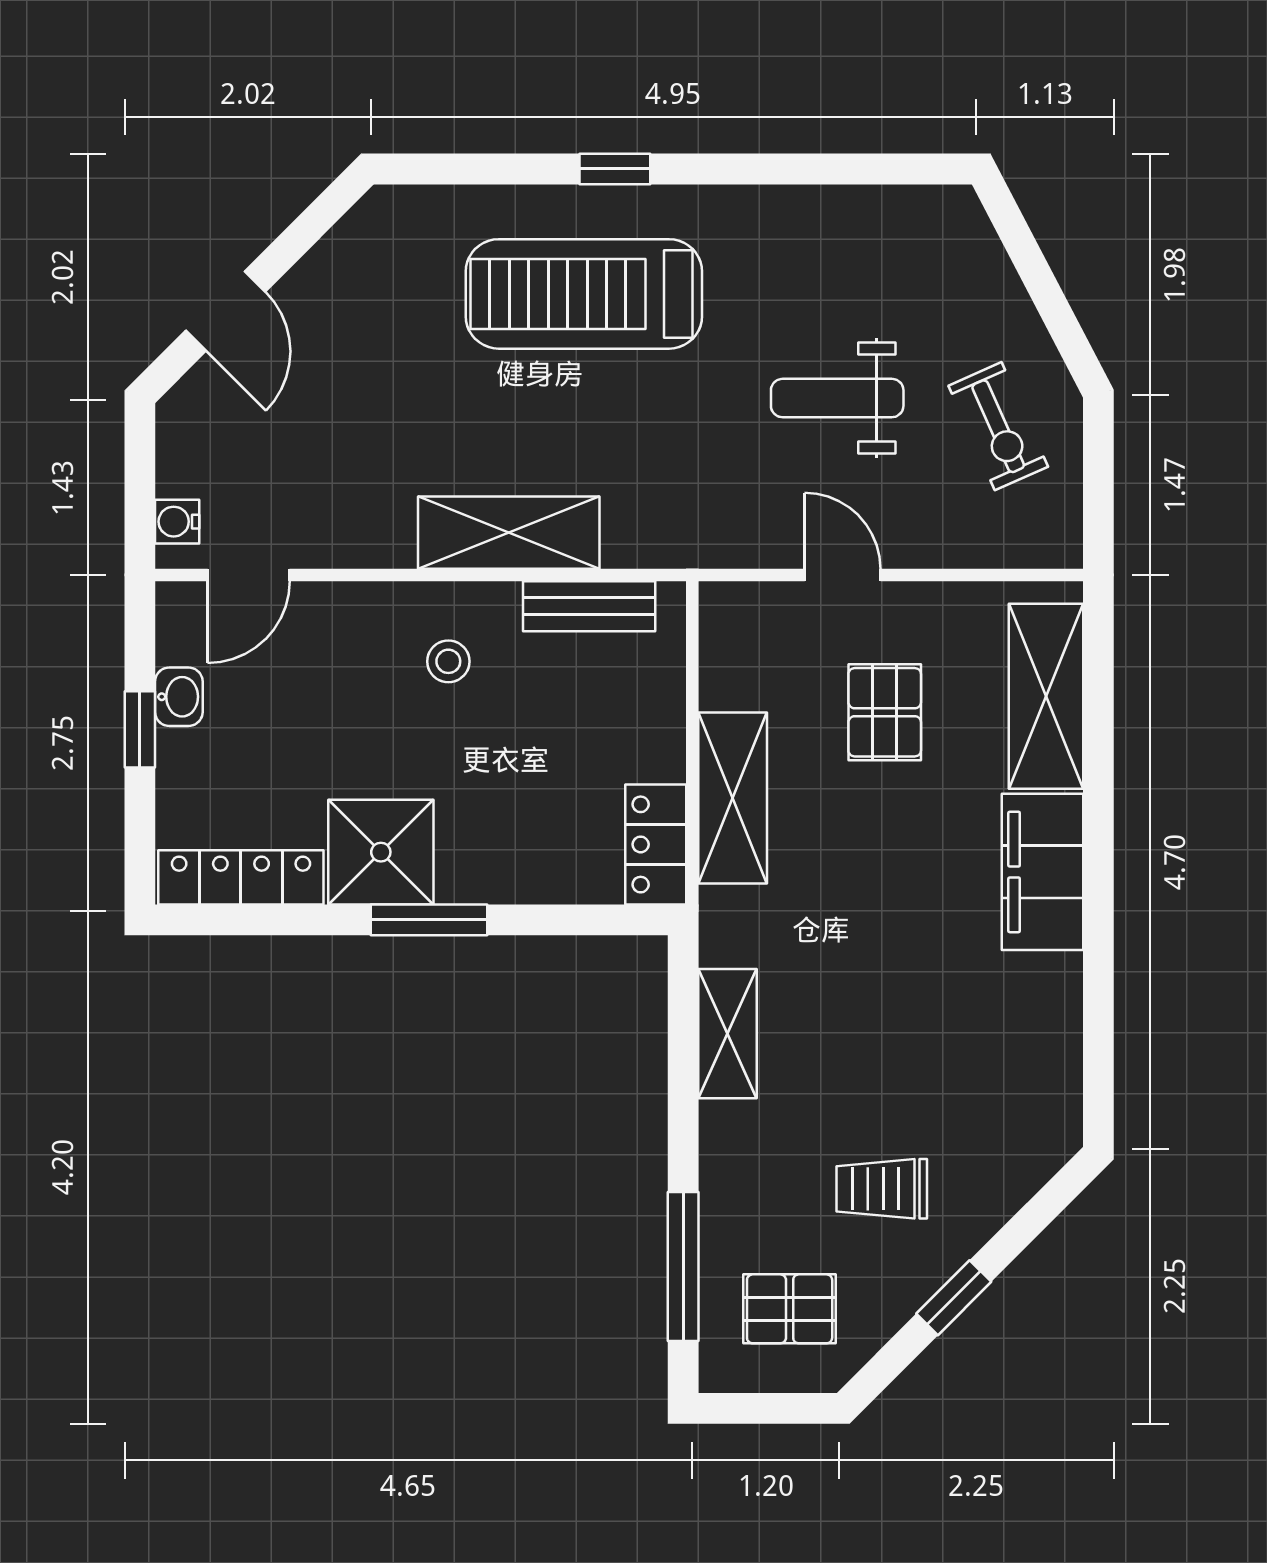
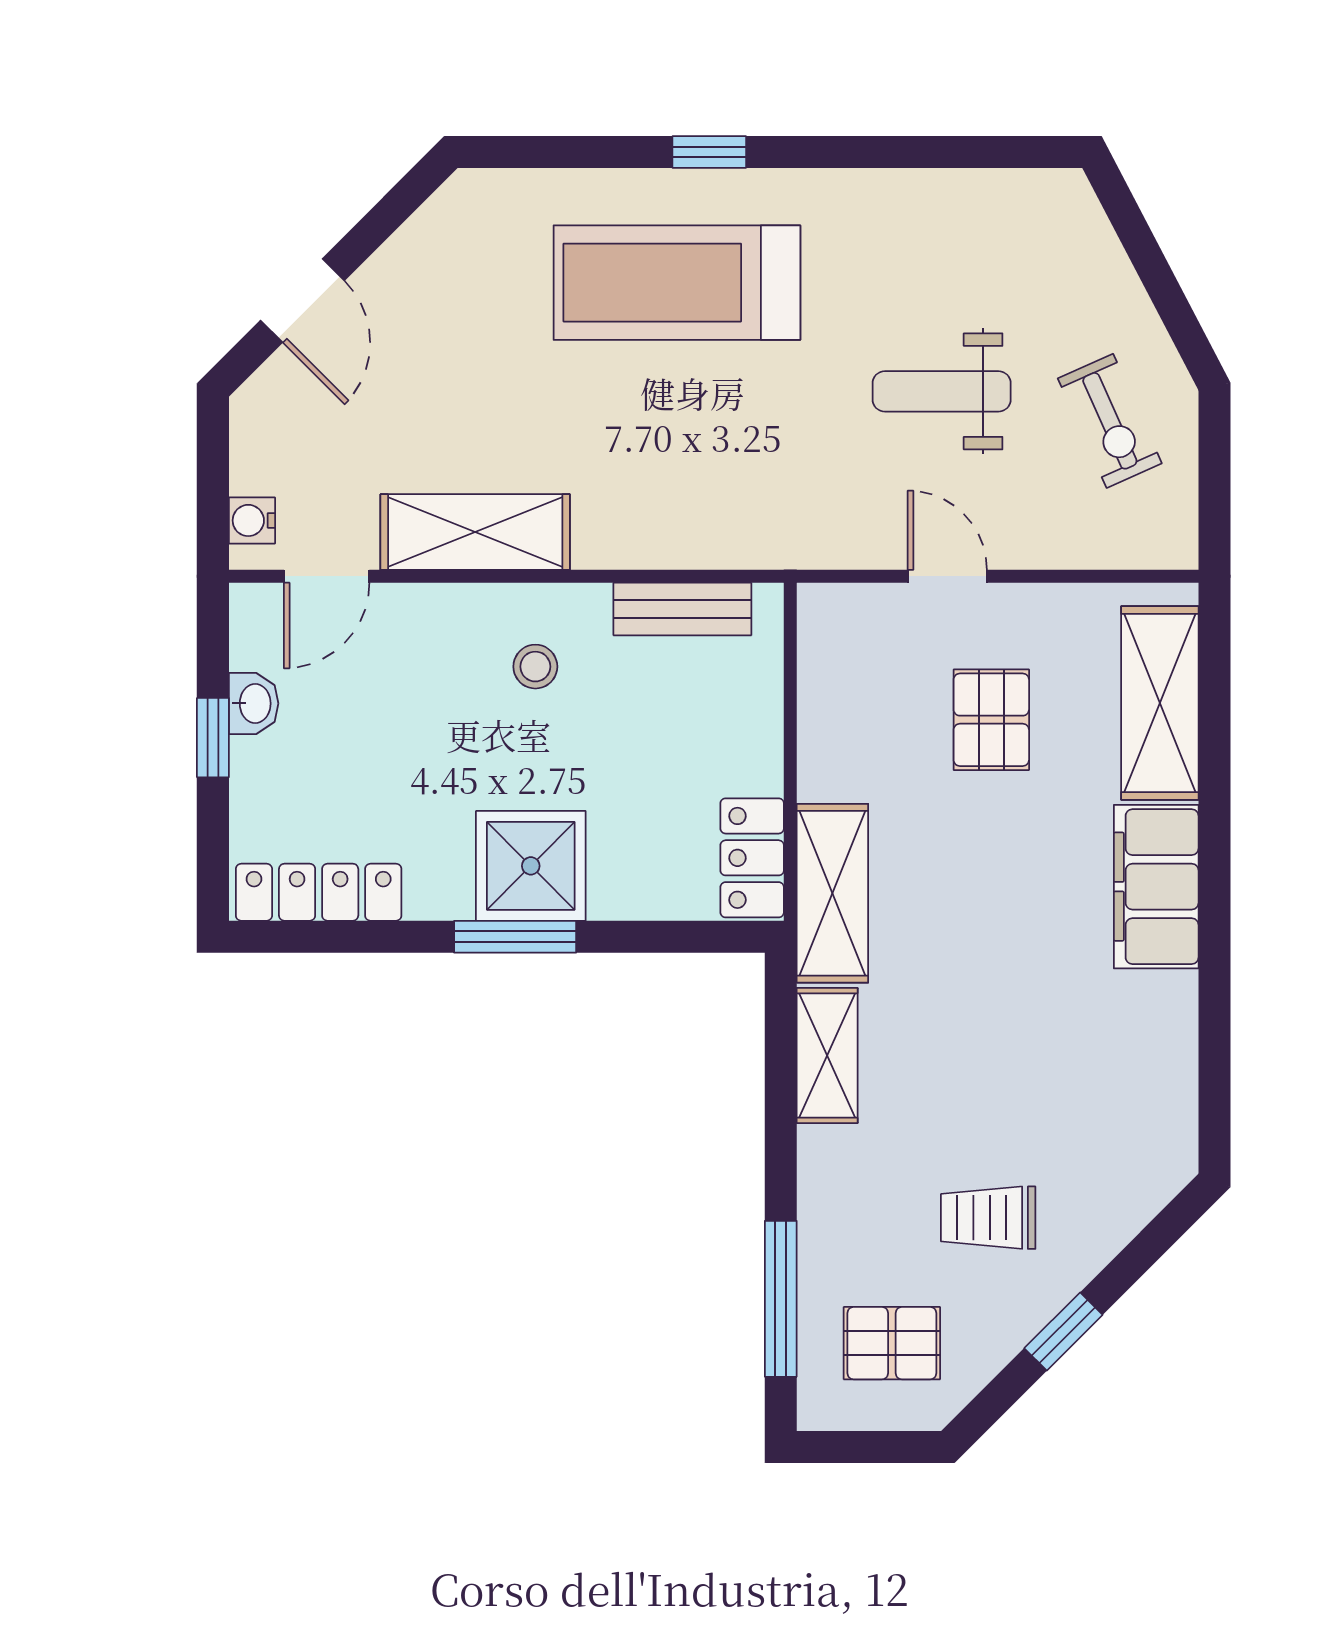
shelving: (509, 533) -> (475, 532), moved
shelving: (733, 798) -> (832, 893), moved
shower: (381, 852) -> (531, 866), moved

